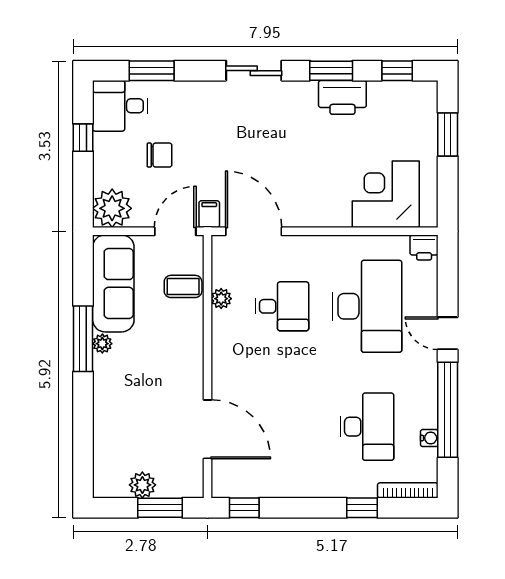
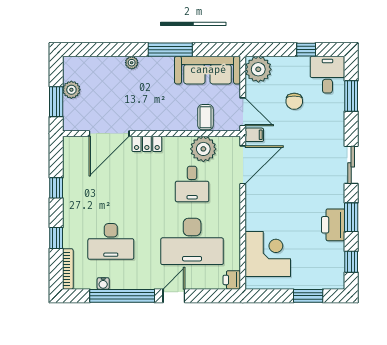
plant: (221, 299) -> (203, 149), width x1.87, depth x1.87
plant: (102, 344) -> (132, 63), moved
locker: (223, 373) -> (147, 144), added
window: (244, 508) -> (56, 188), moved

